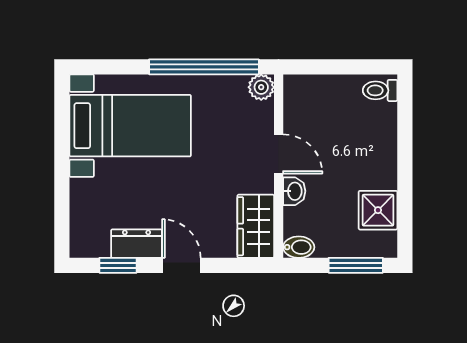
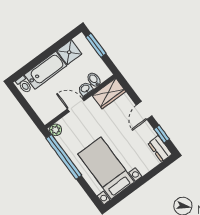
bathtub: (377, 146) -> (45, 70), added
door: (279, 154) -> (76, 105), hinge flipped
dresser: (137, 244) -> (160, 149), moved
bidet: (299, 247) -> (94, 80), moved

